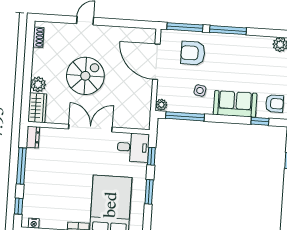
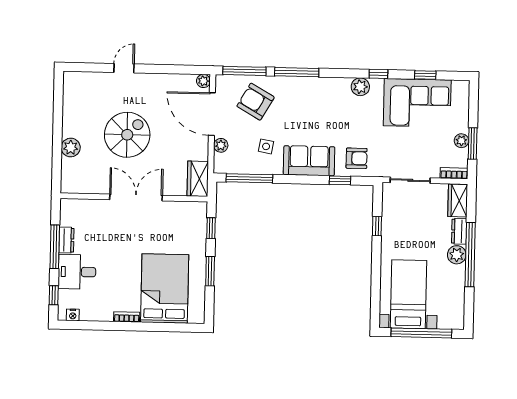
plant: (150, 34) -> (203, 81), added
shoe rack: (38, 37) -> (68, 91), removed
armchair: (193, 53) -> (256, 102), turned 30
plant: (161, 105) -> (221, 145), moved
wardrobe: (37, 108) -> (198, 179), moved, turned 180
dresser: (33, 137) -> (66, 240), moved
desk: (133, 147) -> (77, 272), moved, turned 180

